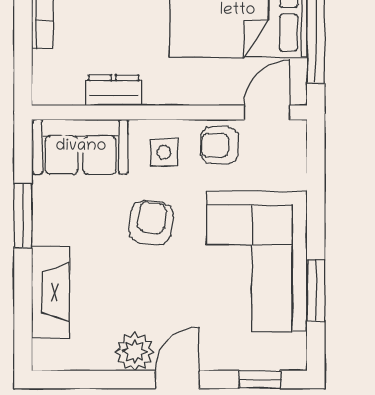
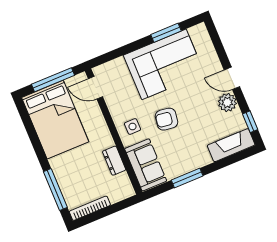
armchair: (220, 145) -> (119, 103), removed
fireplace: (50, 292) -> (231, 145), moved
window: (260, 380) -> (250, 122), moved

